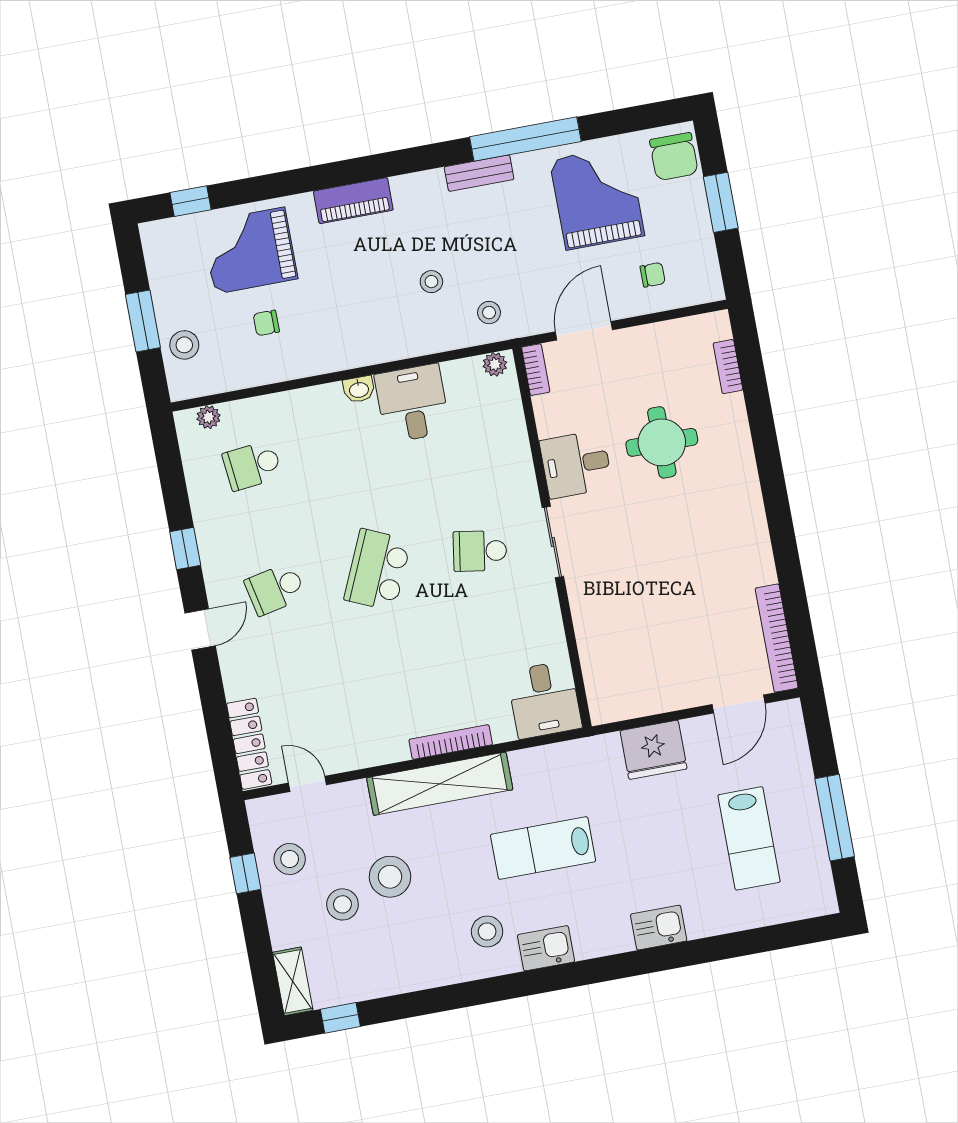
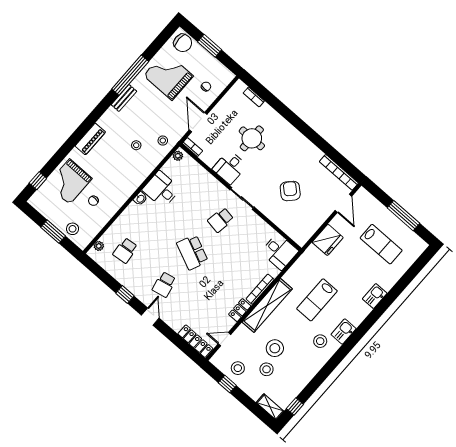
armchair: (656, 600) -> (290, 191), added
locker: (381, 751) -> (240, 310), added

